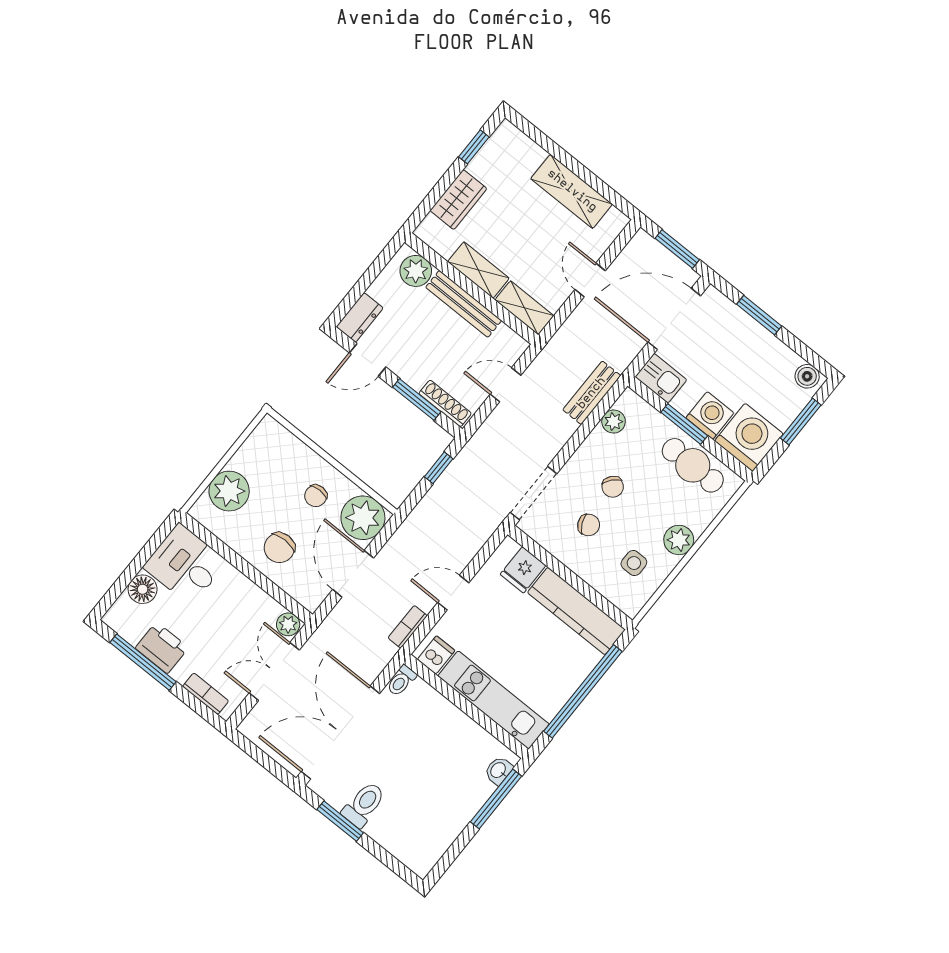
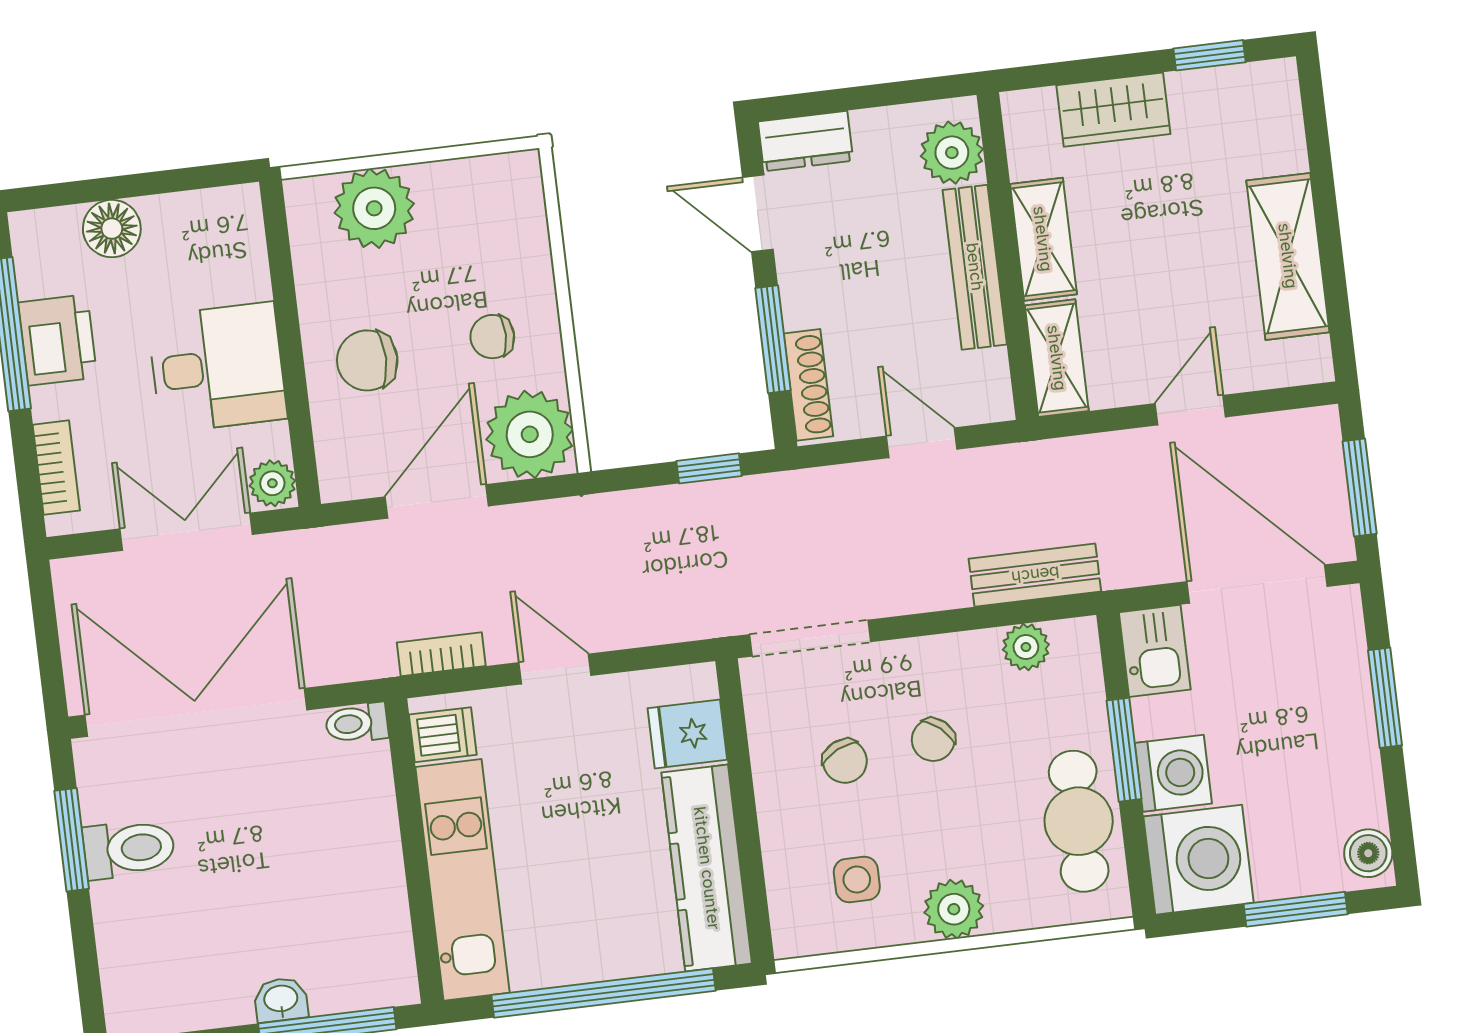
desk: (185, 564) -> (217, 367), moved, turned 90
washbasin: (499, 770) -> (281, 1000), moved

